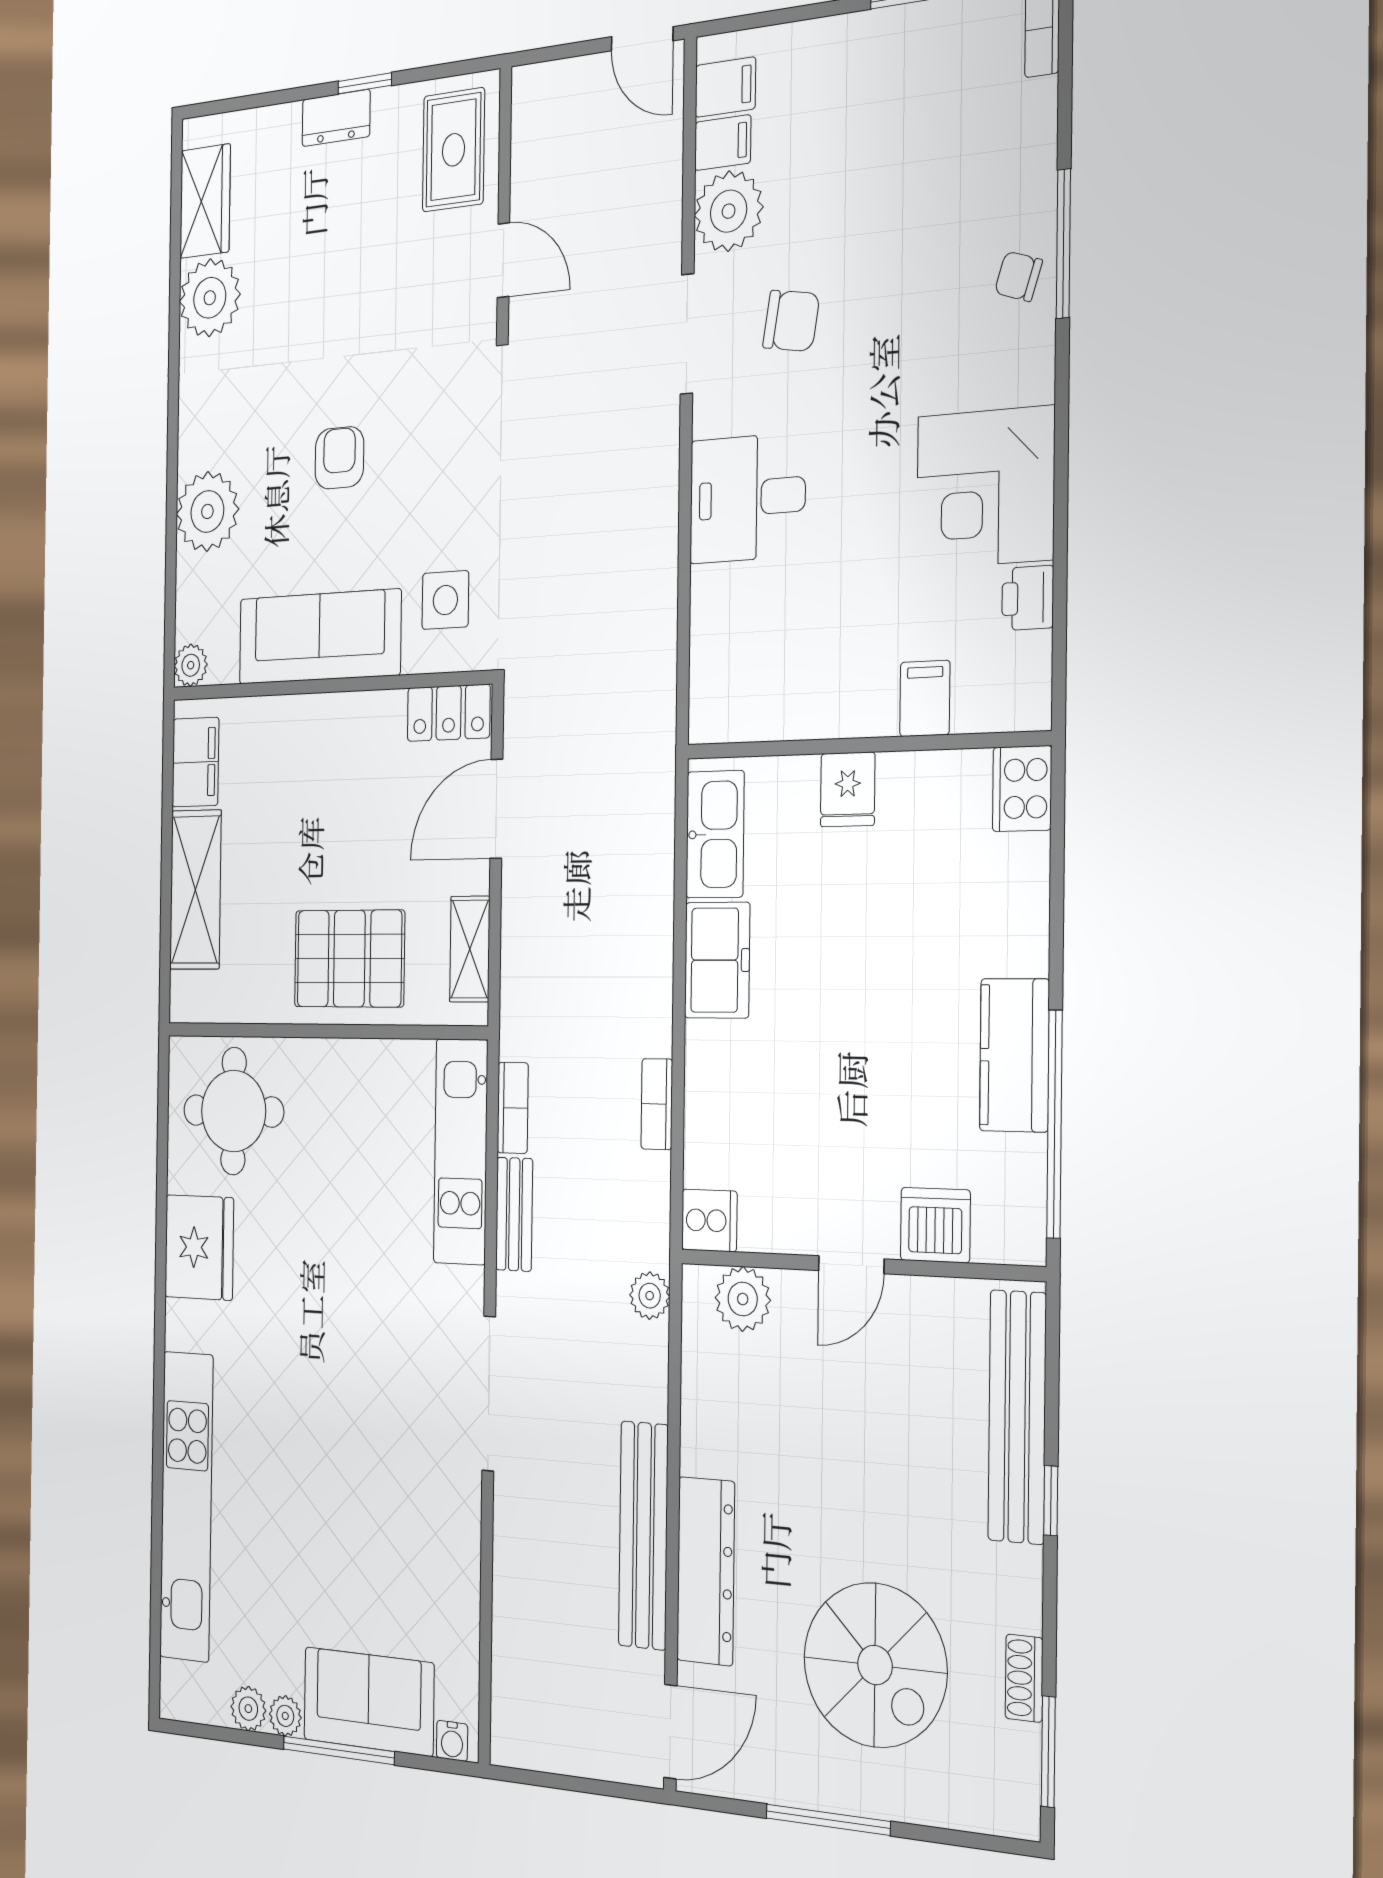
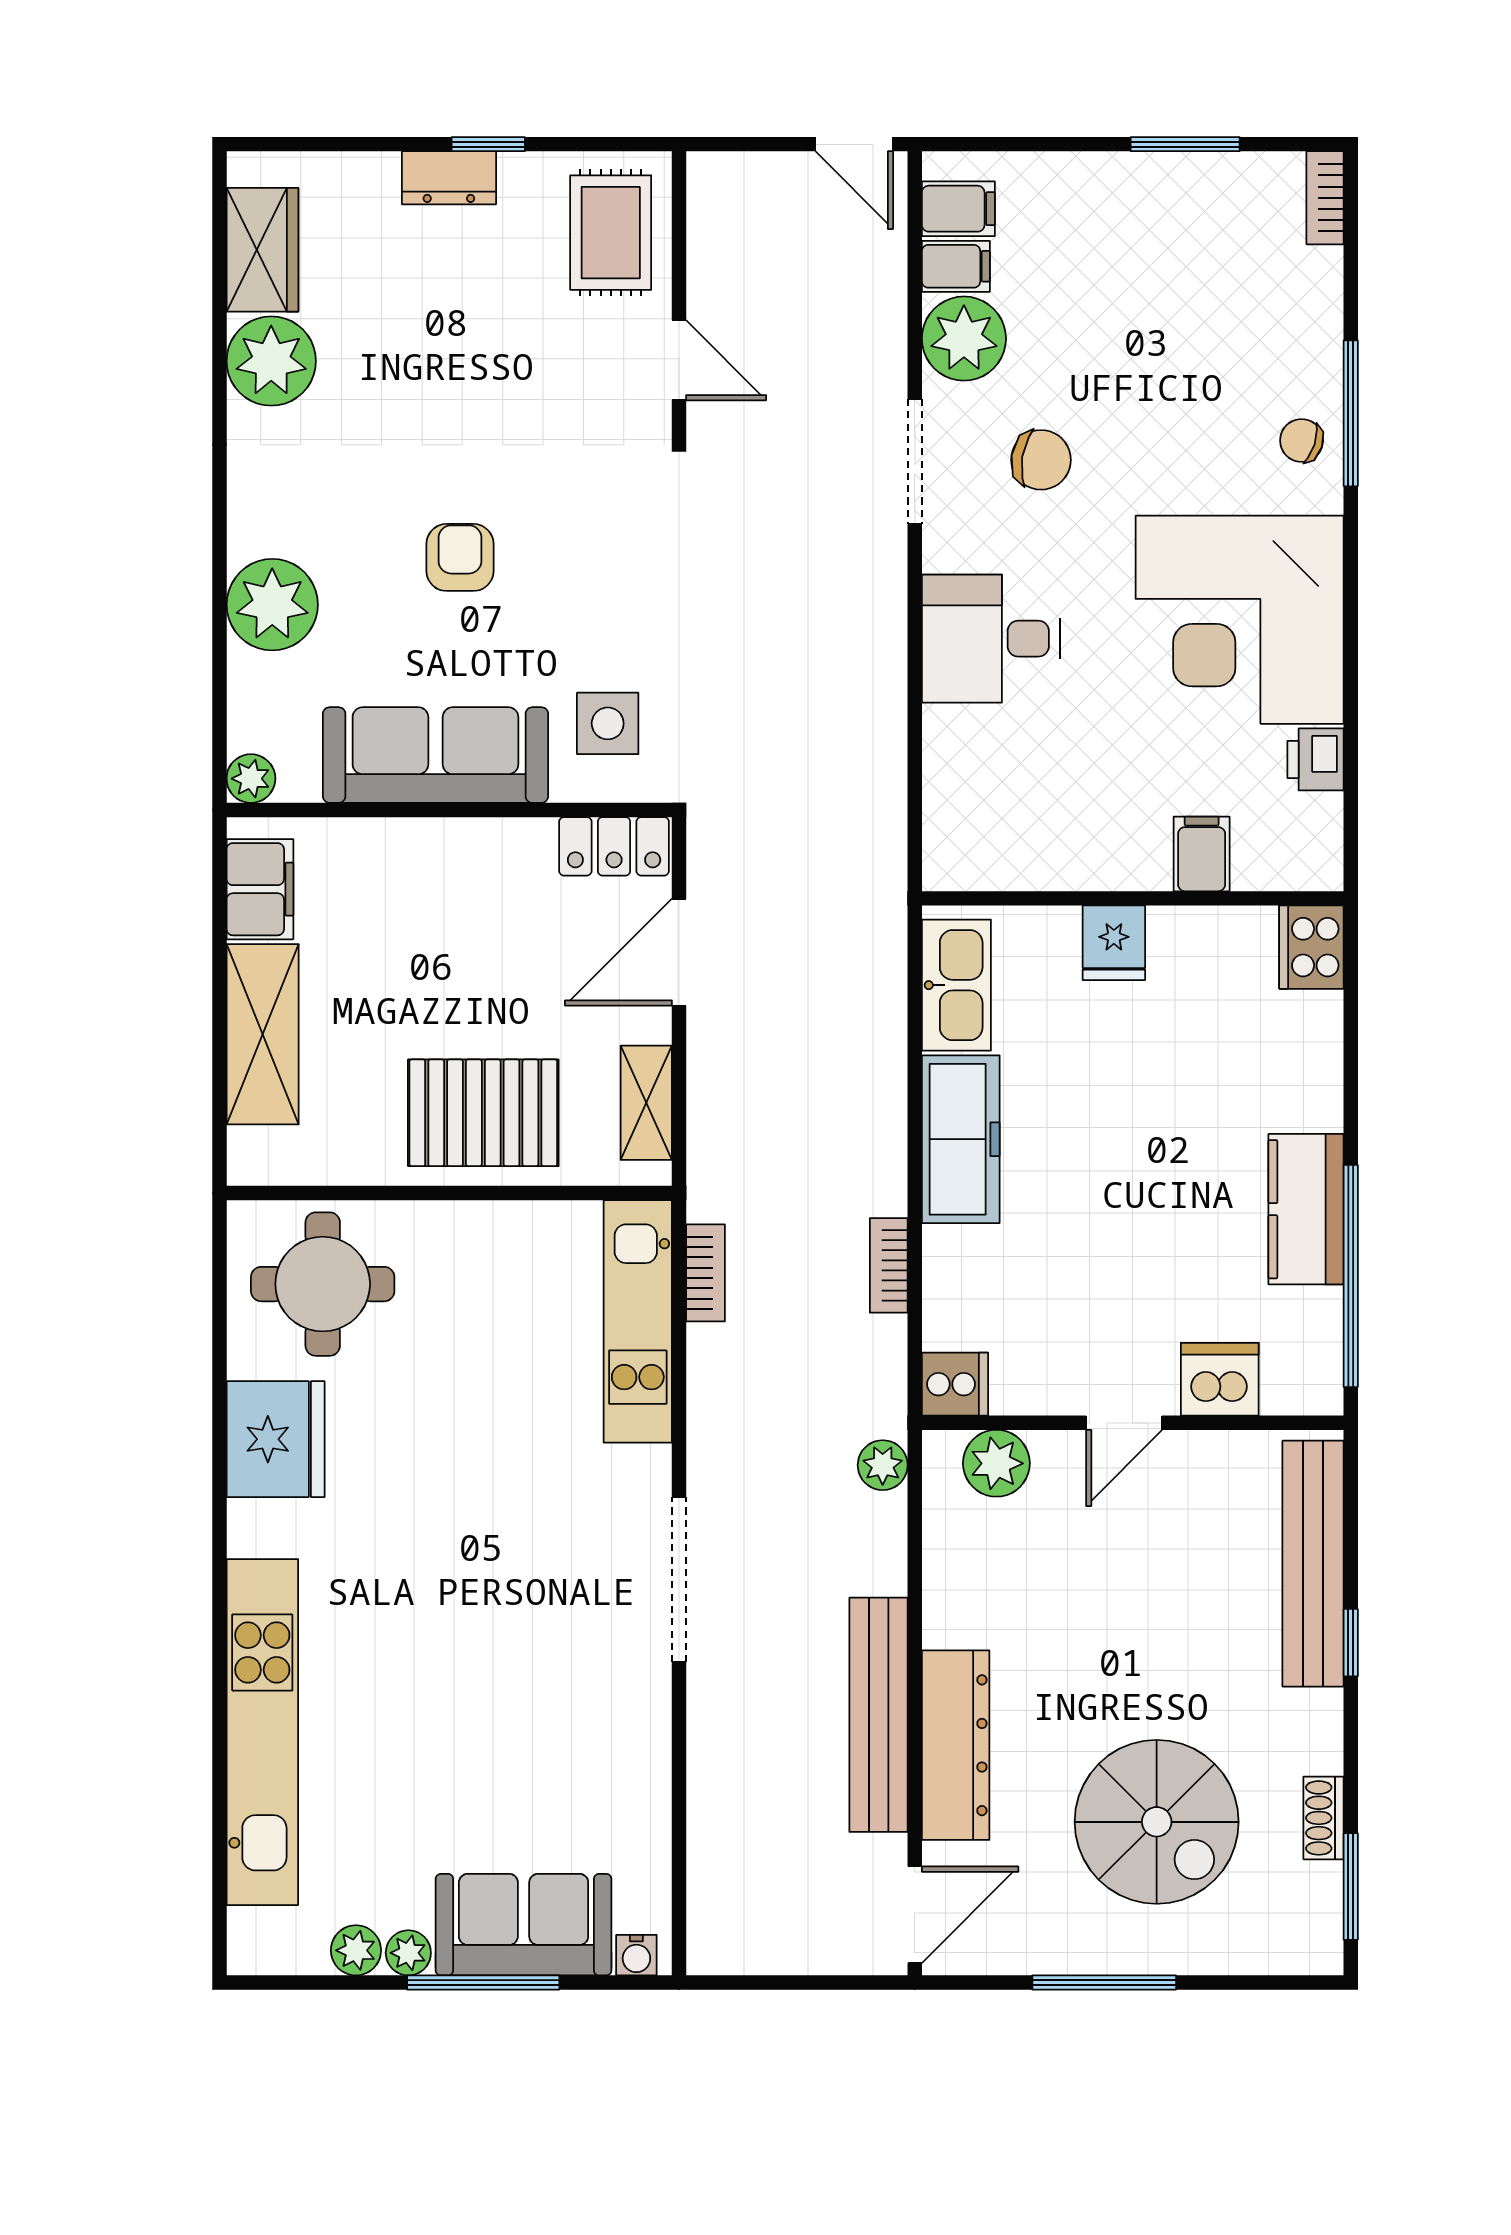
corner desk: (985, 488) -> (1240, 620), width x1.36, depth x1.36
freezer: (717, 960) -> (961, 1139), width x1.40
bench: (514, 1214) -> (709, 1386), removed

